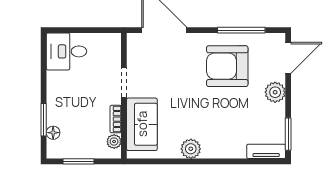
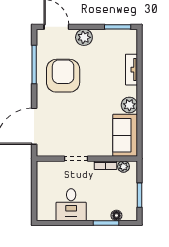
desk: (66, 51) -> (71, 205), moved
armchair: (227, 66) -> (63, 76), turned 180
sofa: (142, 124) -> (125, 135), moved, turned -90
tv unit: (266, 151) -> (131, 70), moved

